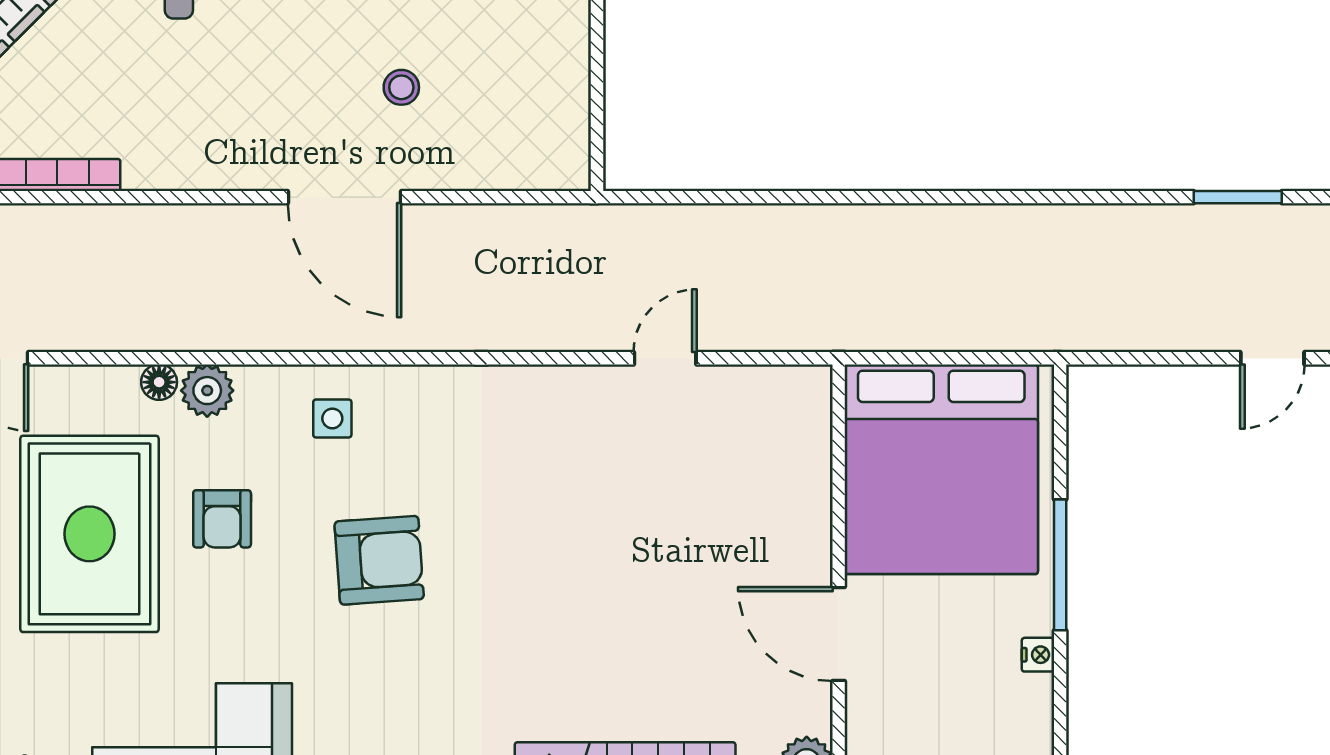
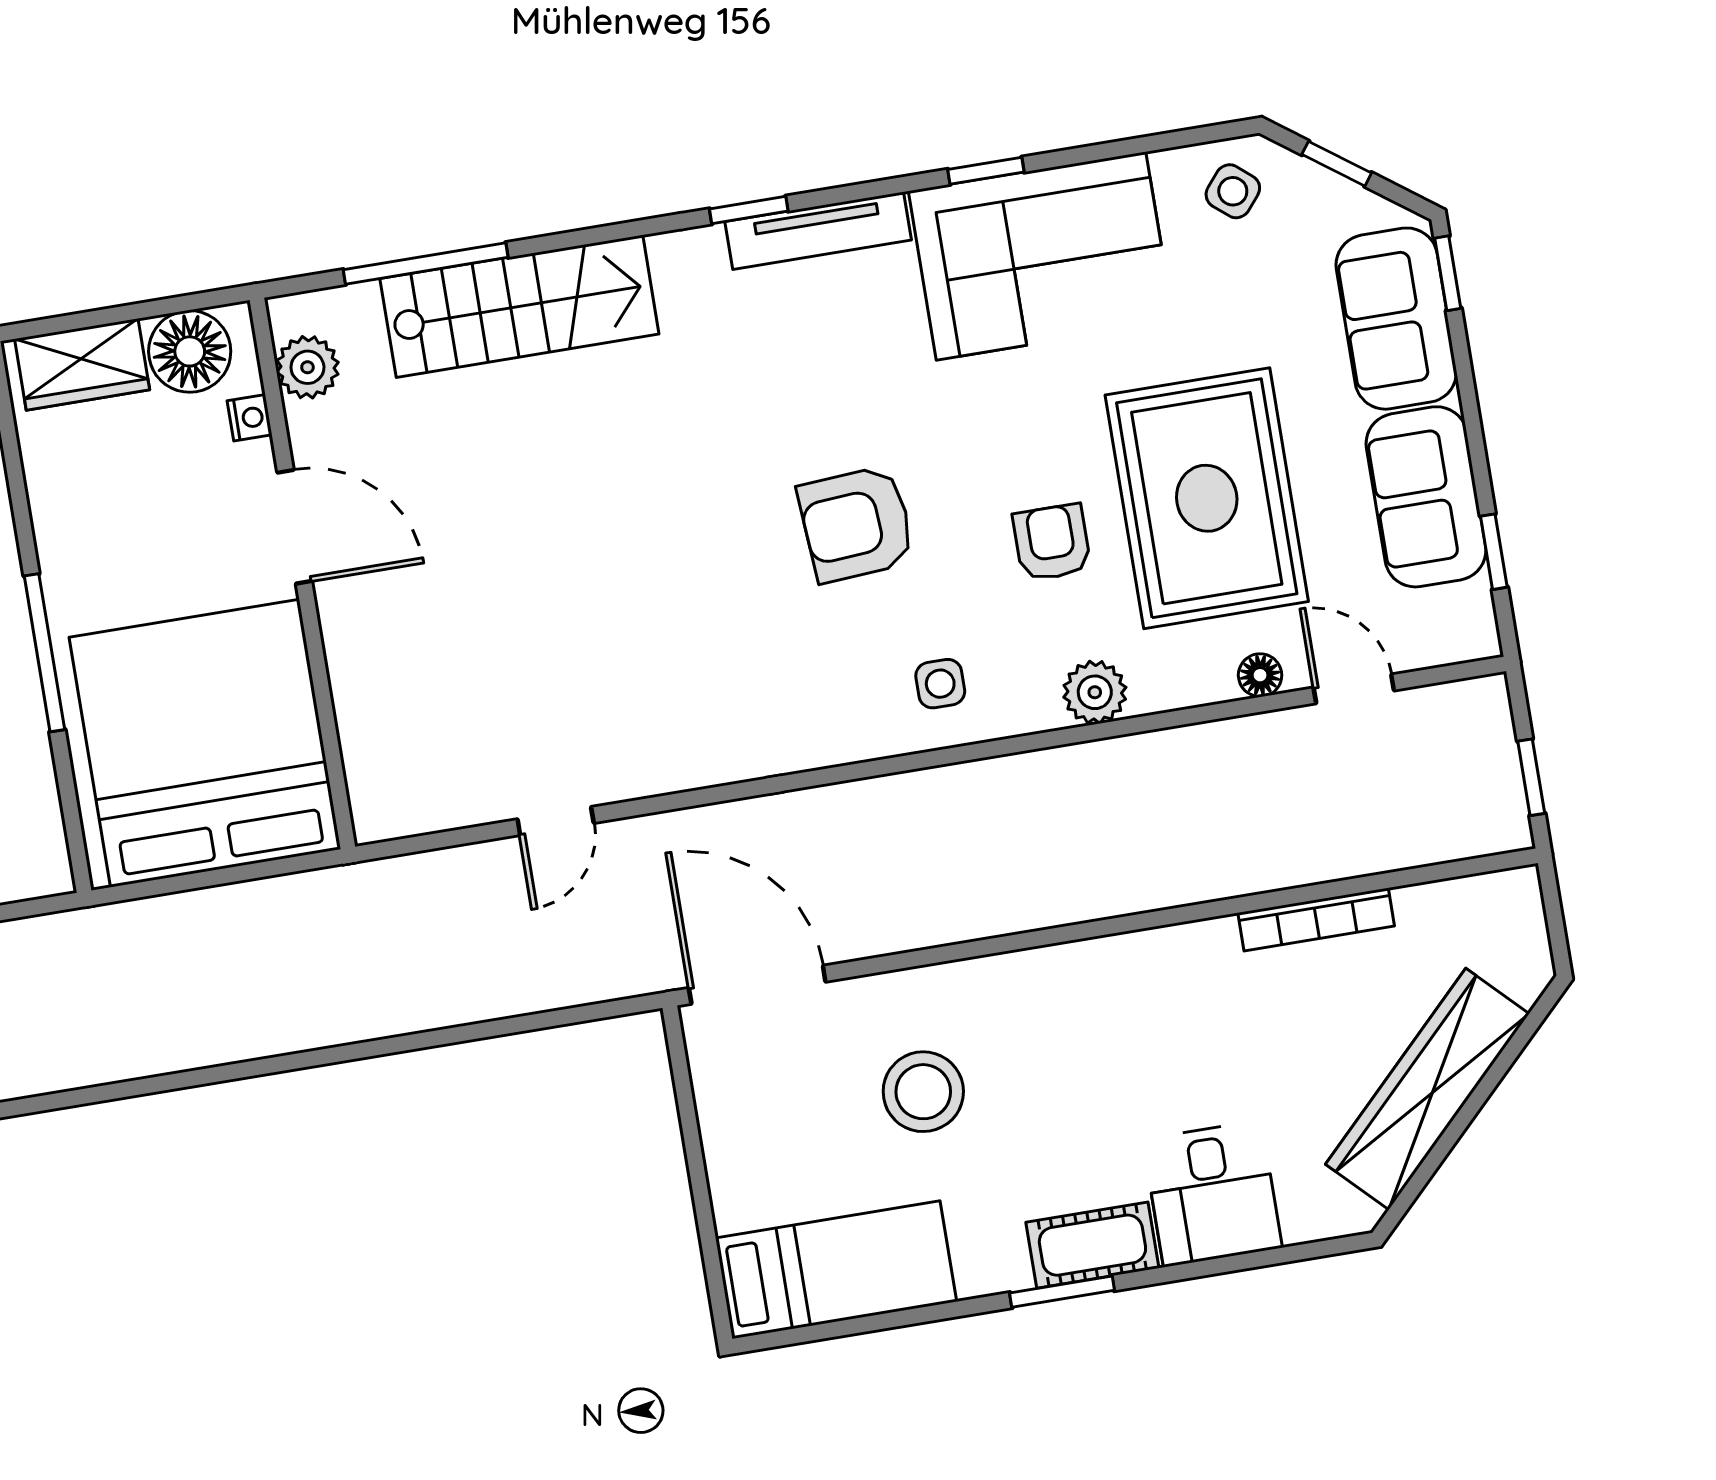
stool: (401, 87) -> (923, 1092), width x1.89, depth x1.89
door: (345, 197) -> (757, 985), moved
floor lamp: (159, 382) -> (1260, 675), moved
nightstand: (1038, 655) -> (250, 418), moved, turned 180

